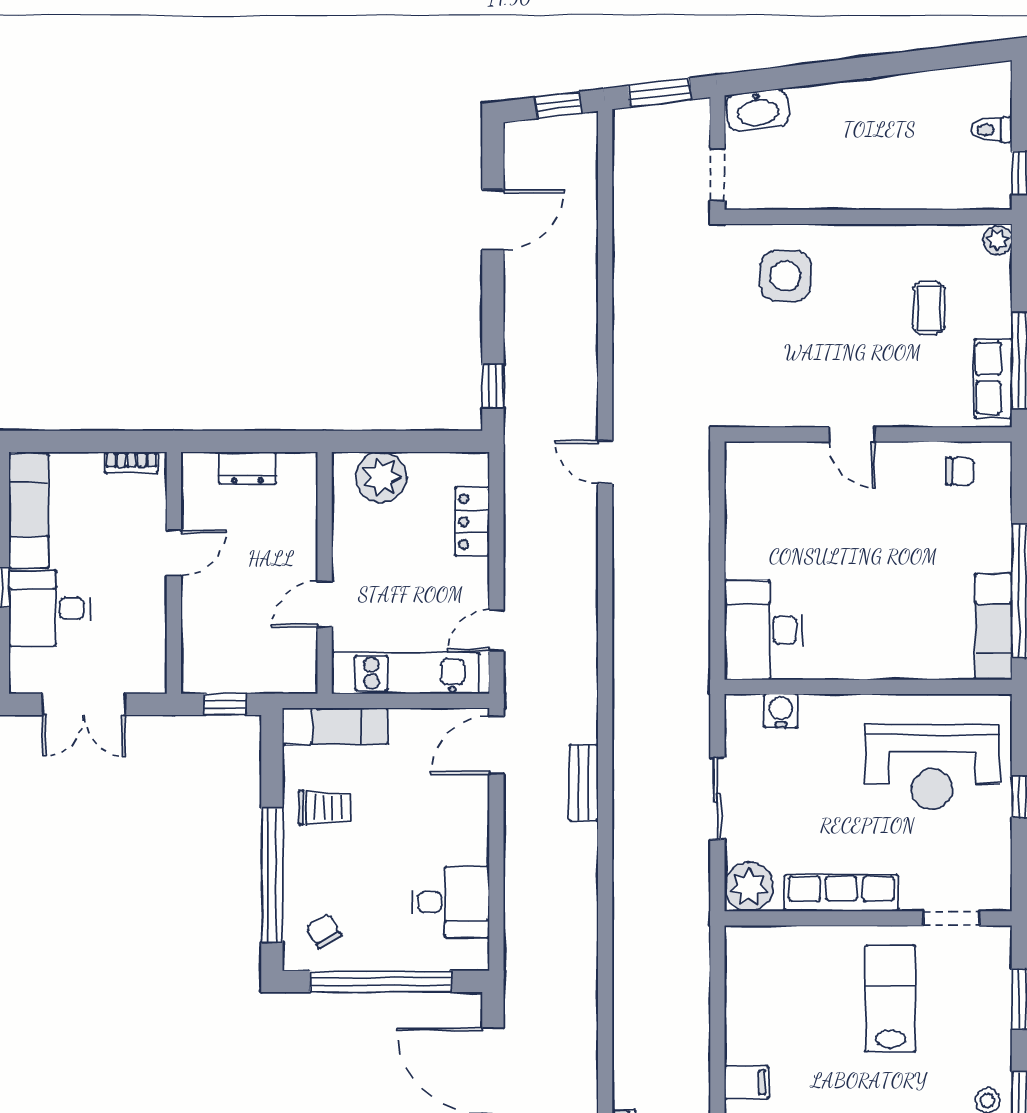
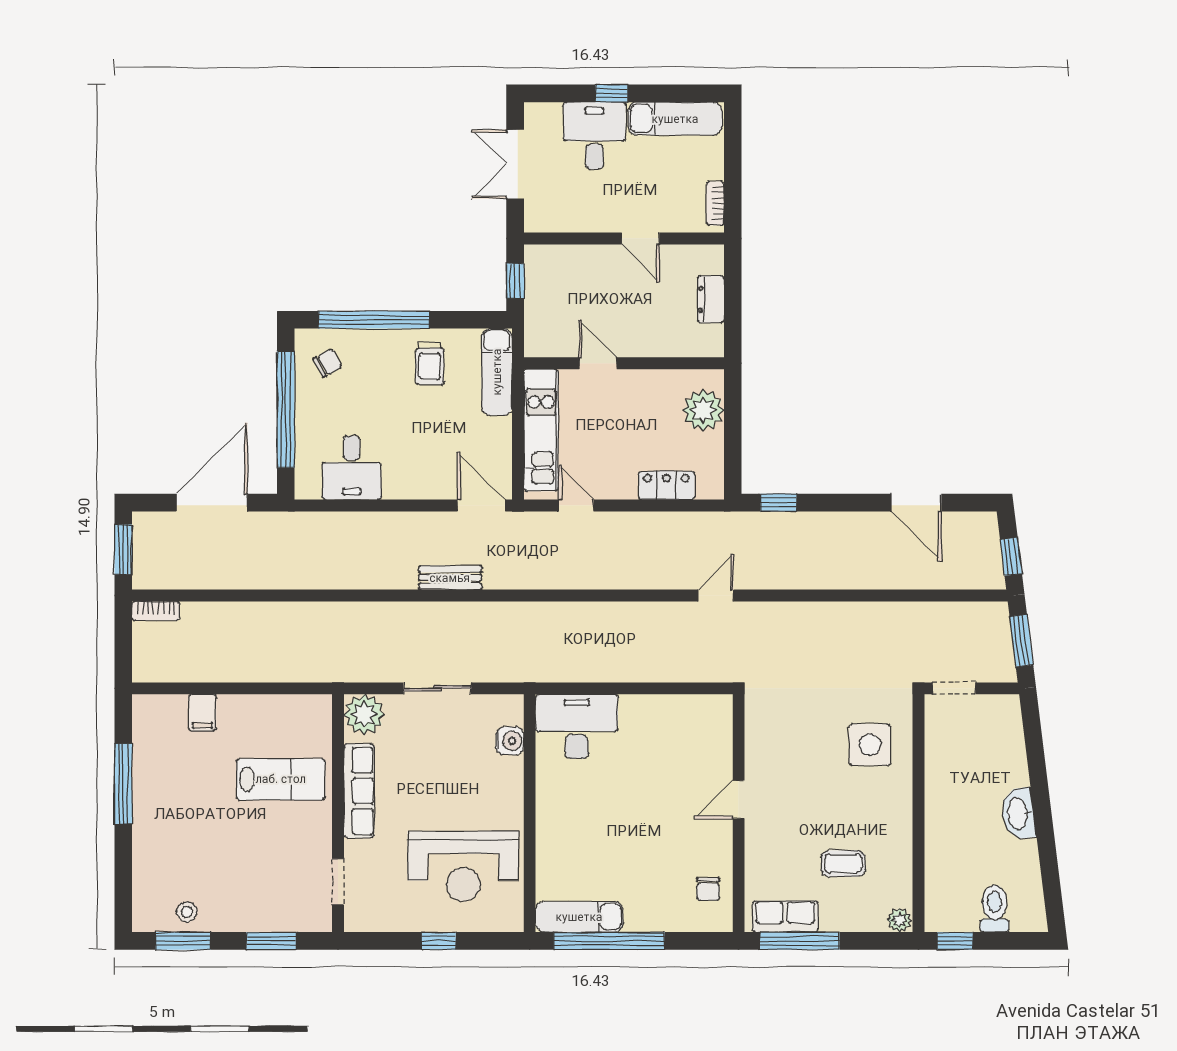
washbasin: (758, 110) -> (1018, 814), moved
toilet: (991, 130) -> (995, 909), width x1.37, depth x1.39
reception desk: (932, 767) -> (463, 866), turned -90
lab bench: (890, 998) -> (281, 779), moved

